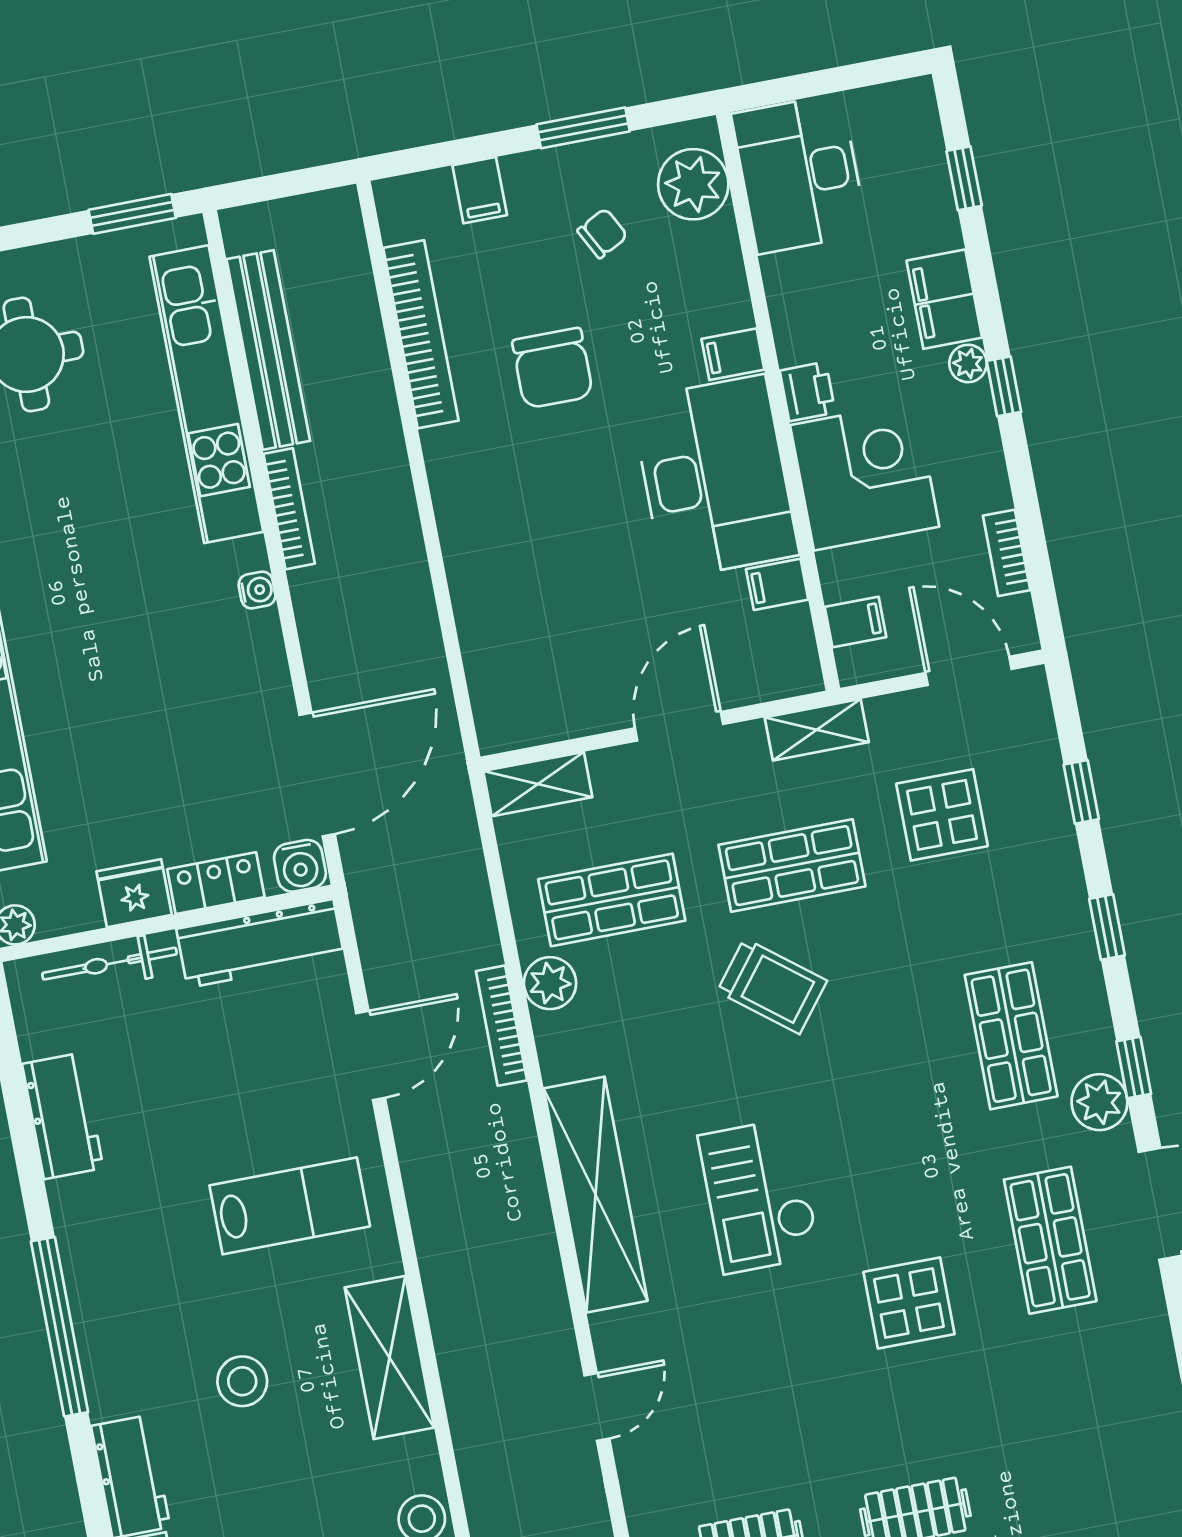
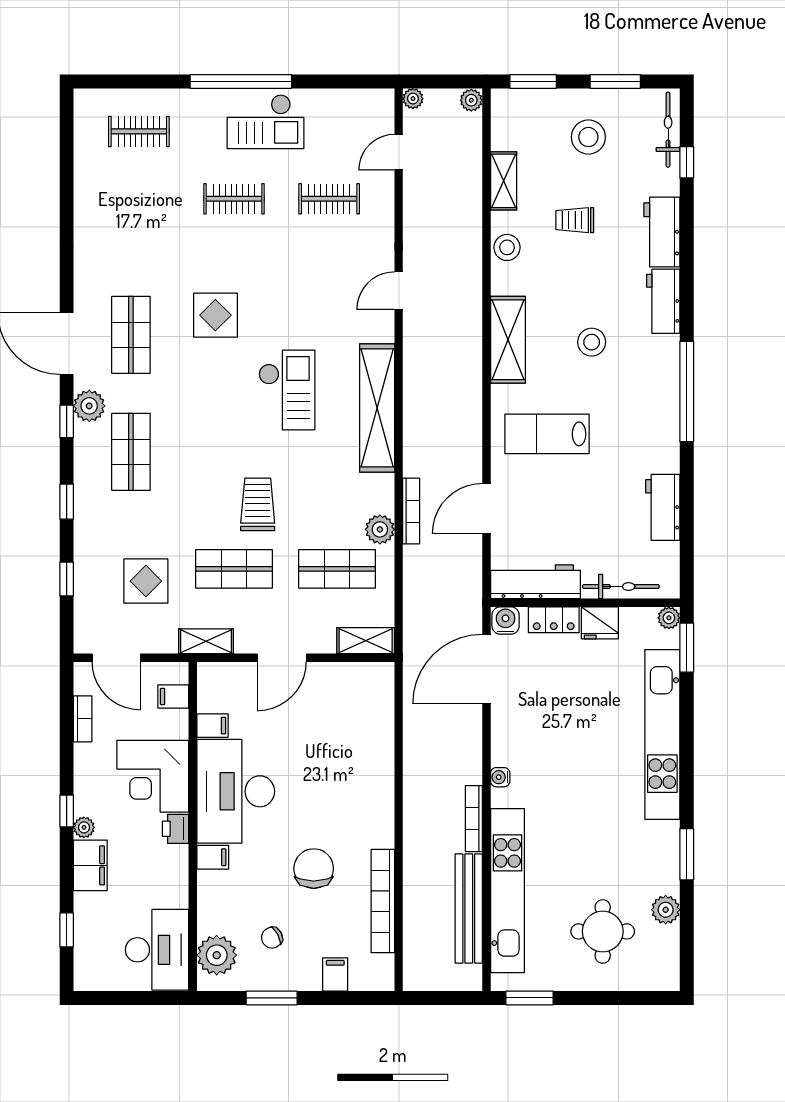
trolley: (772, 986) -> (258, 504), turned 52

